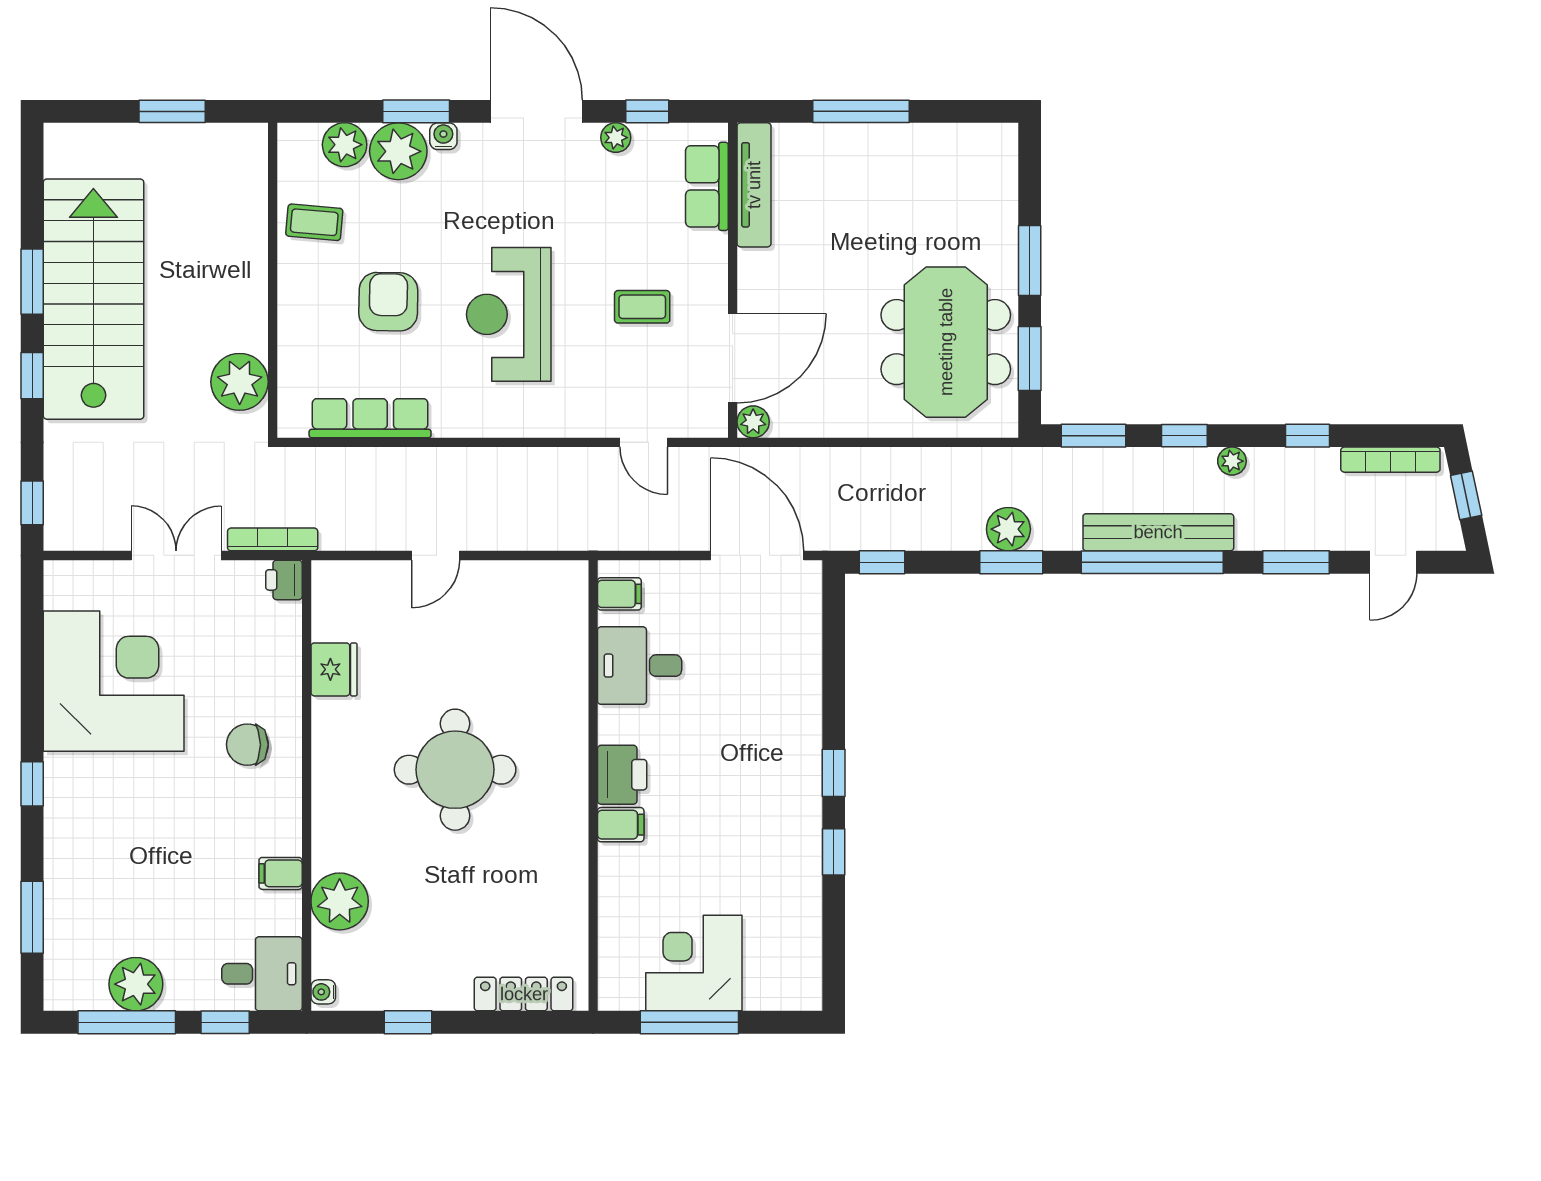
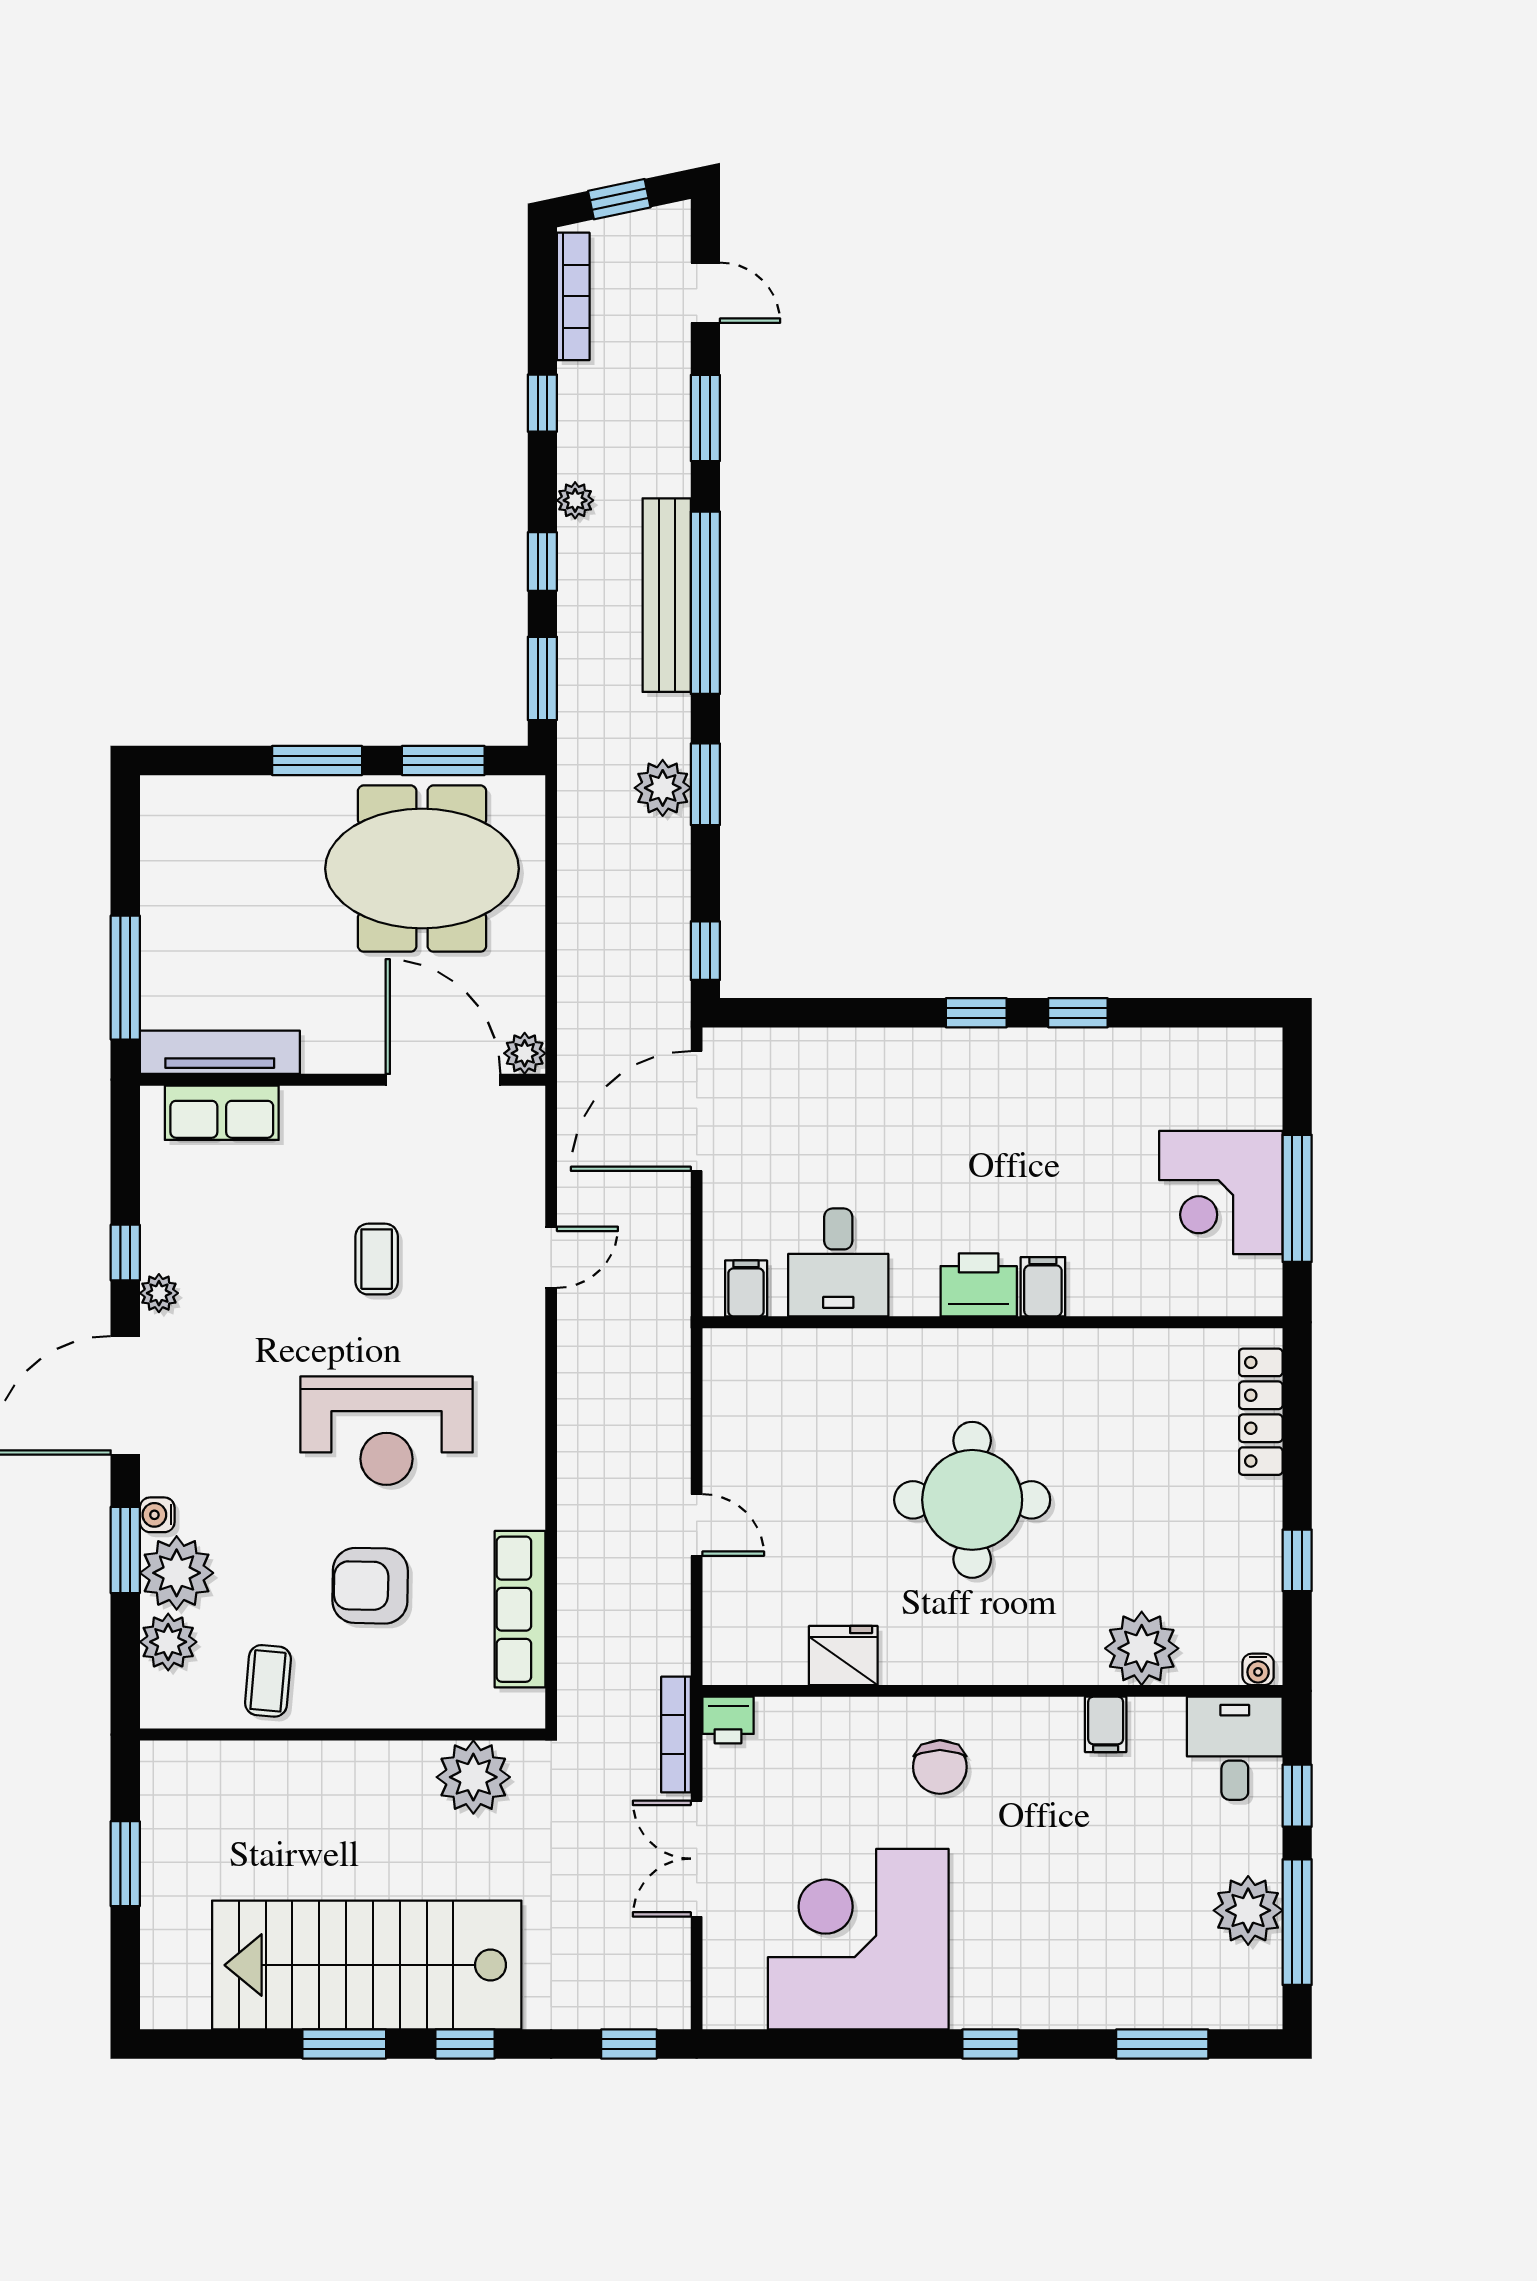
tv unit: (754, 185) -> (220, 1052), moved
row of seats: (707, 186) -> (222, 1113), moved
wall: (733, 280) -> (343, 1080), moved
door: (733, 358) -> (443, 1080), moved
plant: (753, 422) -> (525, 1053), moved

